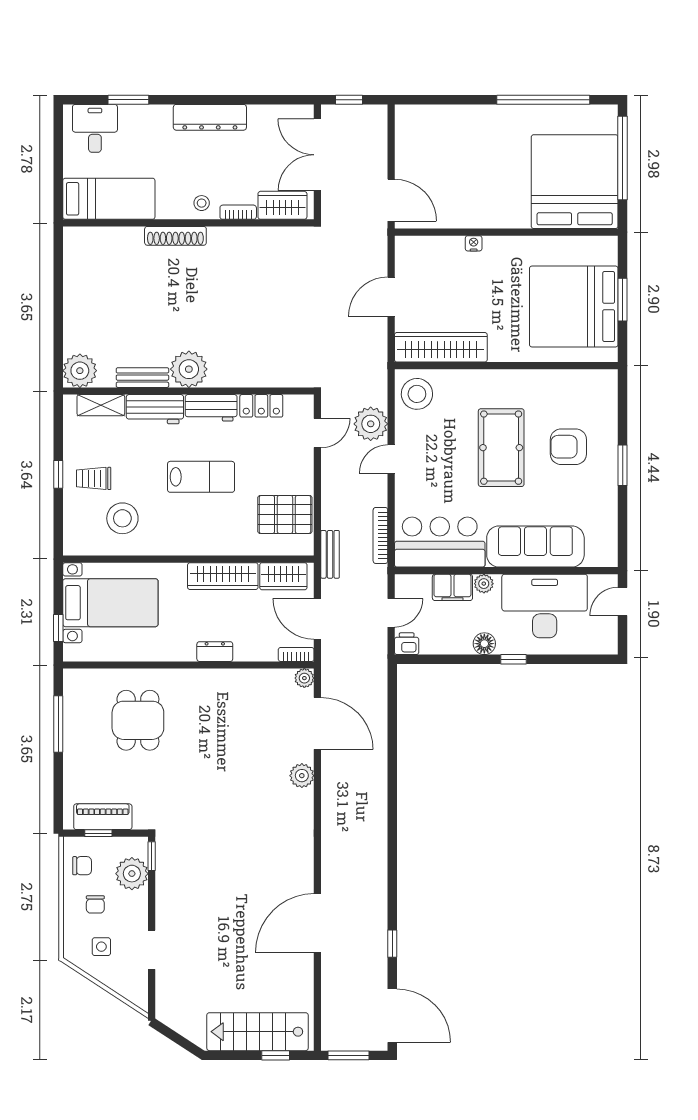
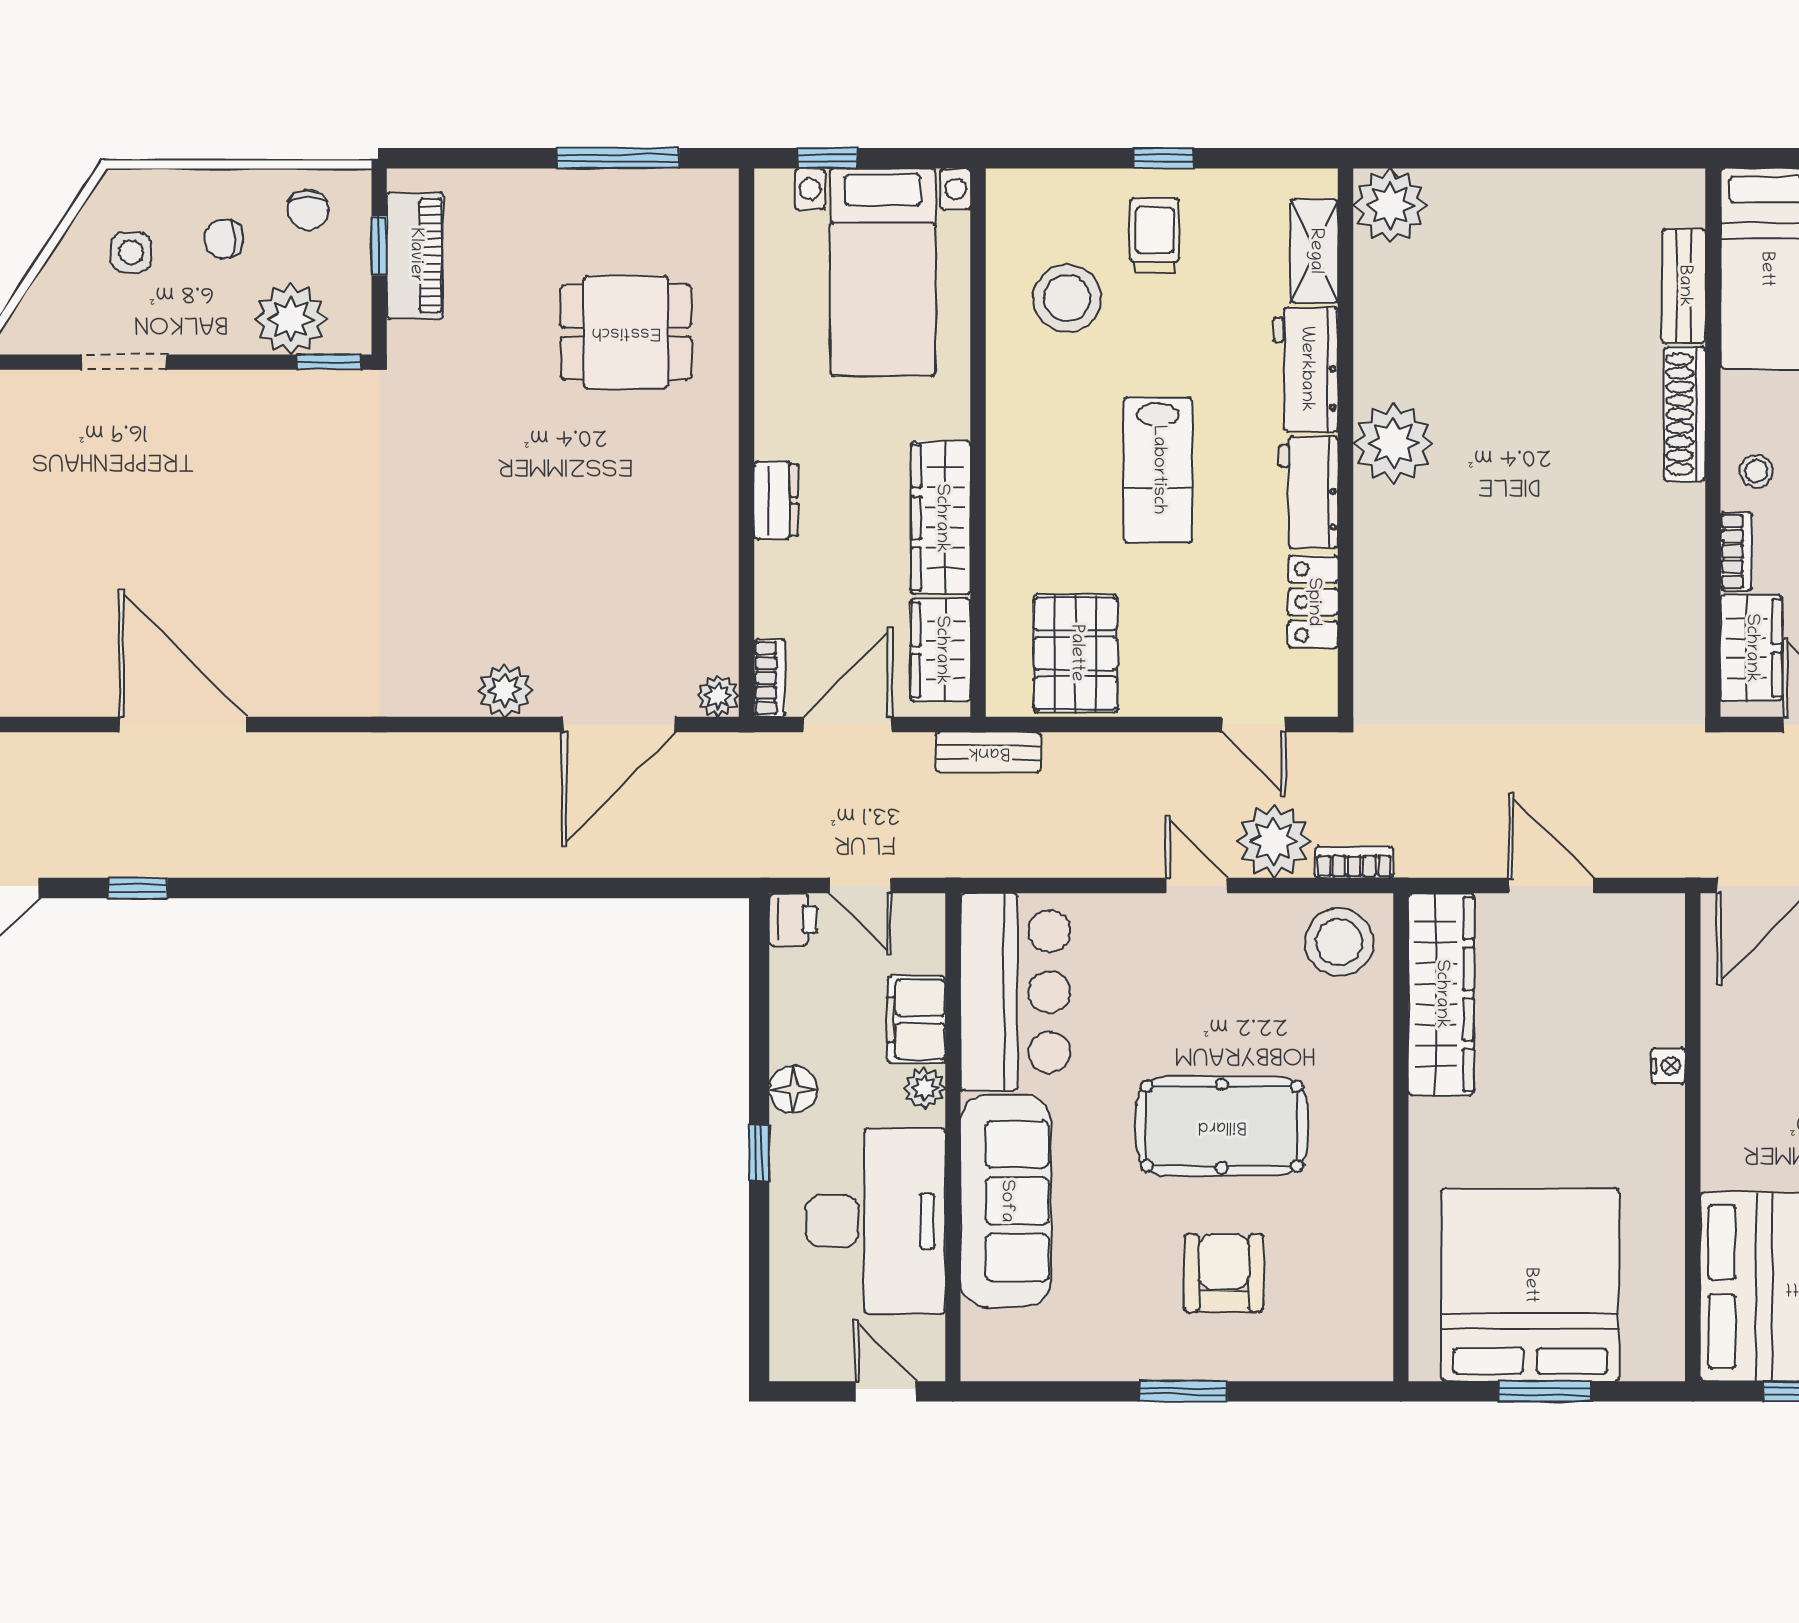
bench: (142, 378) -> (1684, 286), moved
bookcase: (380, 535) -> (1354, 862), moved, width x0.64

